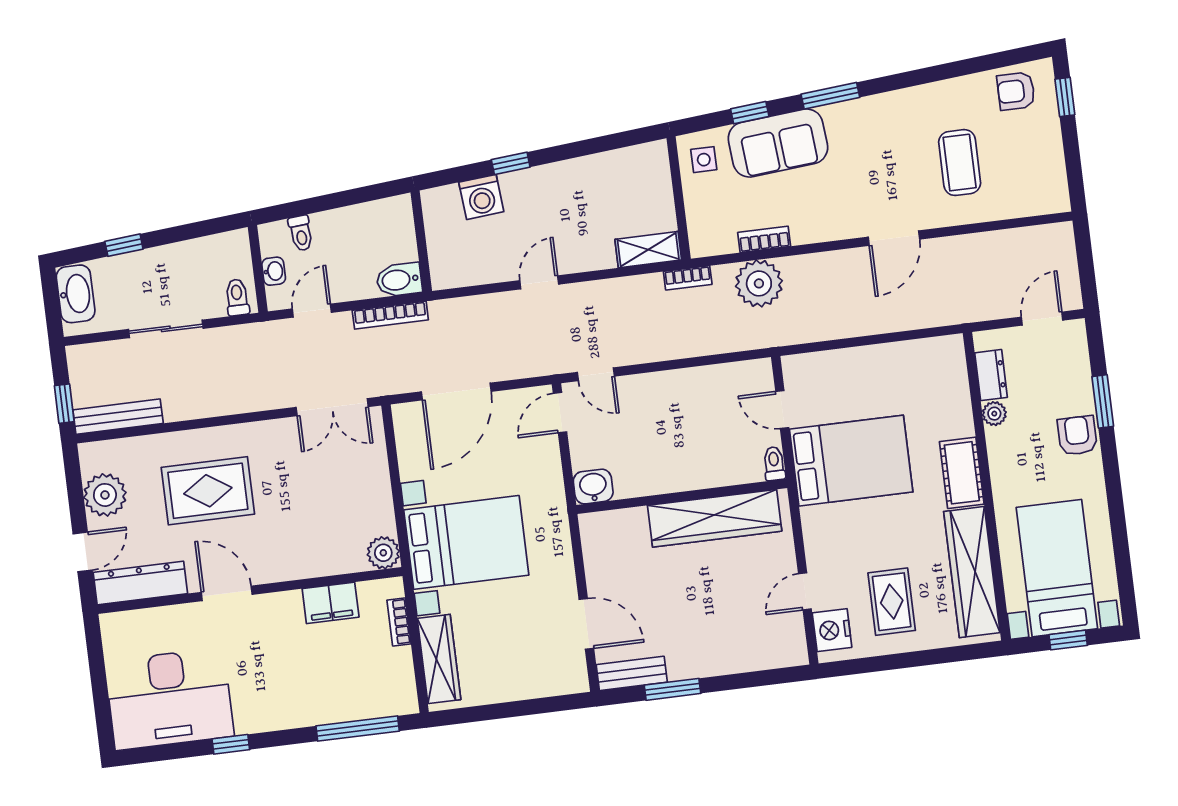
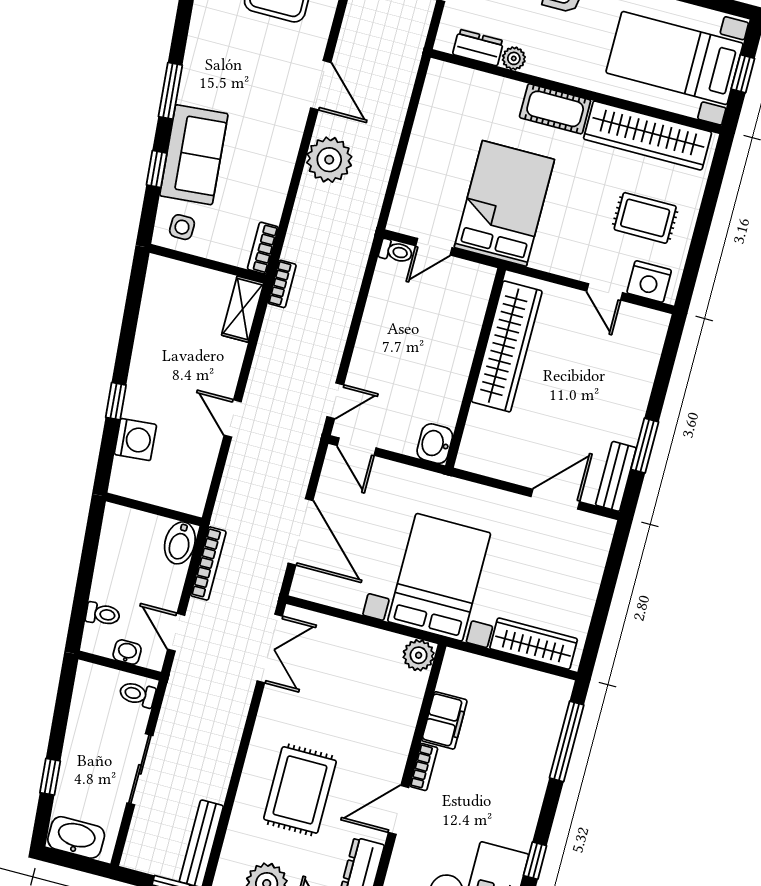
bookcase: (764, 239) -> (263, 248), moved
plant: (759, 283) -> (329, 160), moved
toilet: (774, 464) -> (396, 251), moved, turned 180
bookcase: (399, 622) -> (424, 767), moved, turned -90

